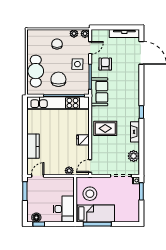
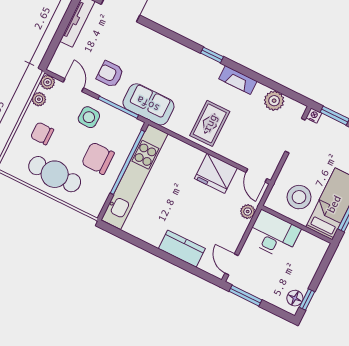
cafe table: (36, 71) -> (55, 174), moved
fridge: (83, 140) -> (216, 173), width x1.88, depth x1.34
desk: (64, 209) -> (273, 235), moved

